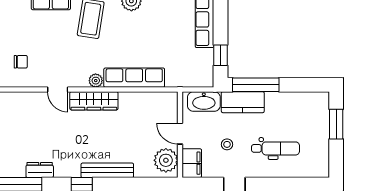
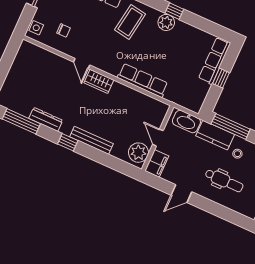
window: (220, 55) -> (221, 78), moved
plant: (96, 81) -> (113, 70), removed
wardrobe: (94, 101) -> (99, 81), width x0.67
stool: (227, 144) -> (237, 154), moved
dresser: (40, 170) -> (46, 119), width x1.44

